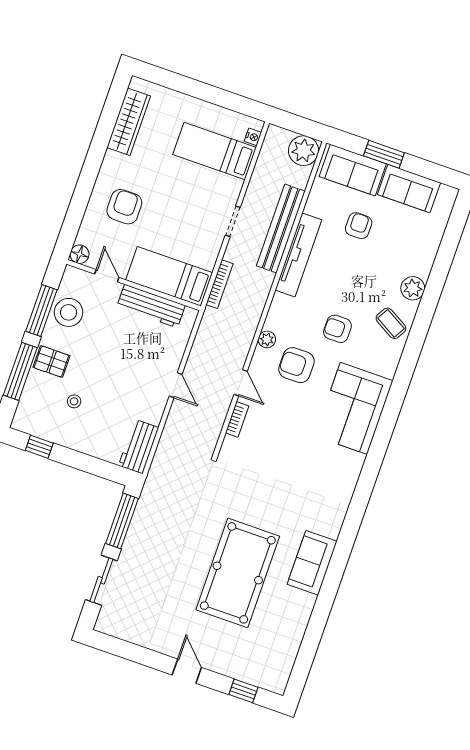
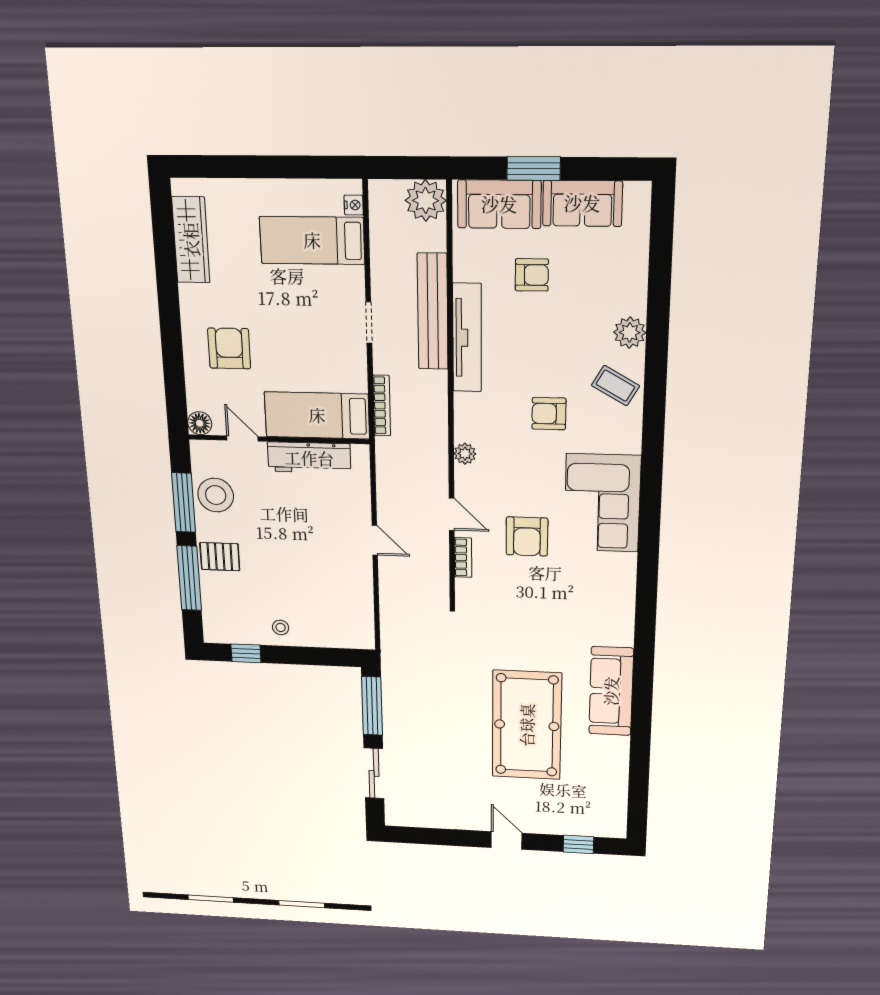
armchair: (359, 226) -> (532, 275), turned 90
armchair: (296, 365) -> (527, 536), moved, turned -90
stool: (74, 401) -> (281, 627), moved
workbench: (139, 447) -> (359, 621), removed
sofa: (312, 563) -> (611, 691), width x1.36

